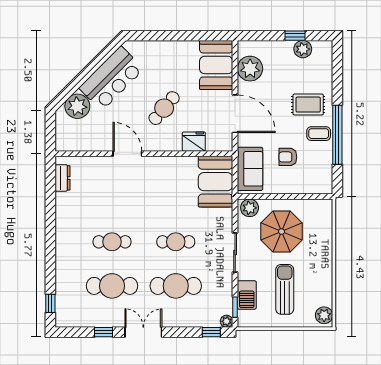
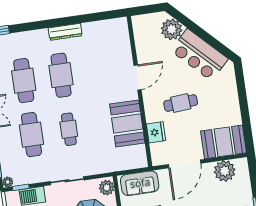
cafe table: (164, 108) -> (181, 103), turned -44
dresser: (63, 178) -> (65, 32), moved, width x1.44
booth: (216, 182) -> (127, 123), moved, turned 90
cafe table: (112, 242) -> (61, 75), width x1.37, depth x1.35

